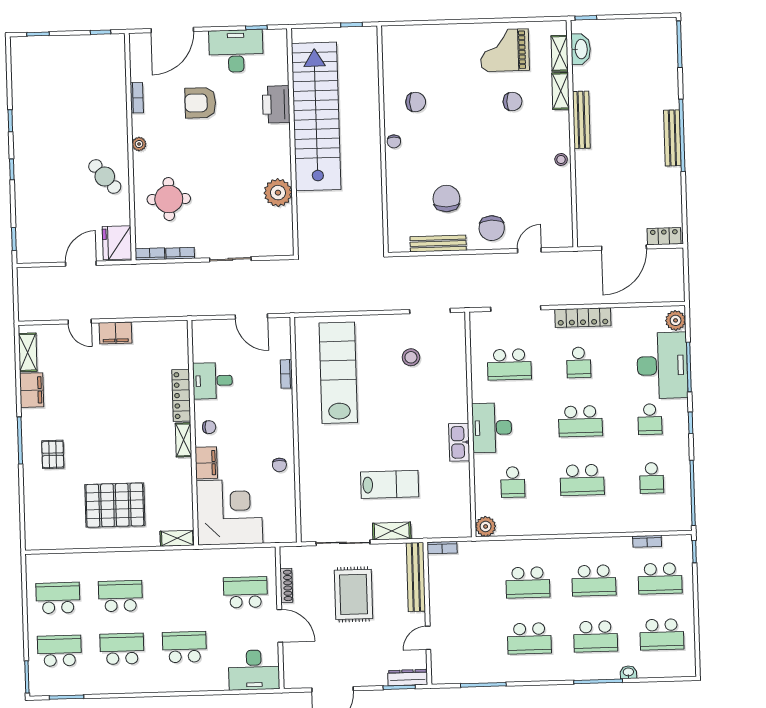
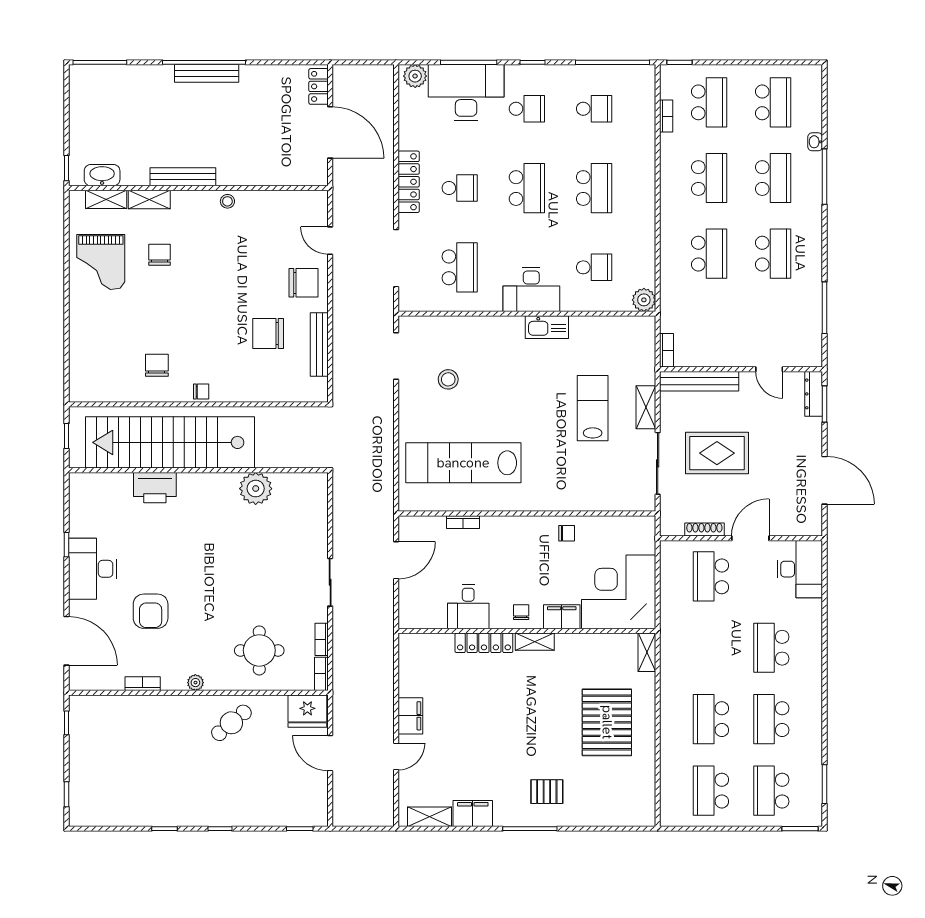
printer: (276, 104) -> (155, 488), moved
stairs: (316, 116) -> (170, 442), moved
wall: (292, 142) -> (198, 470), moved
plant: (278, 193) -> (256, 489), moved

